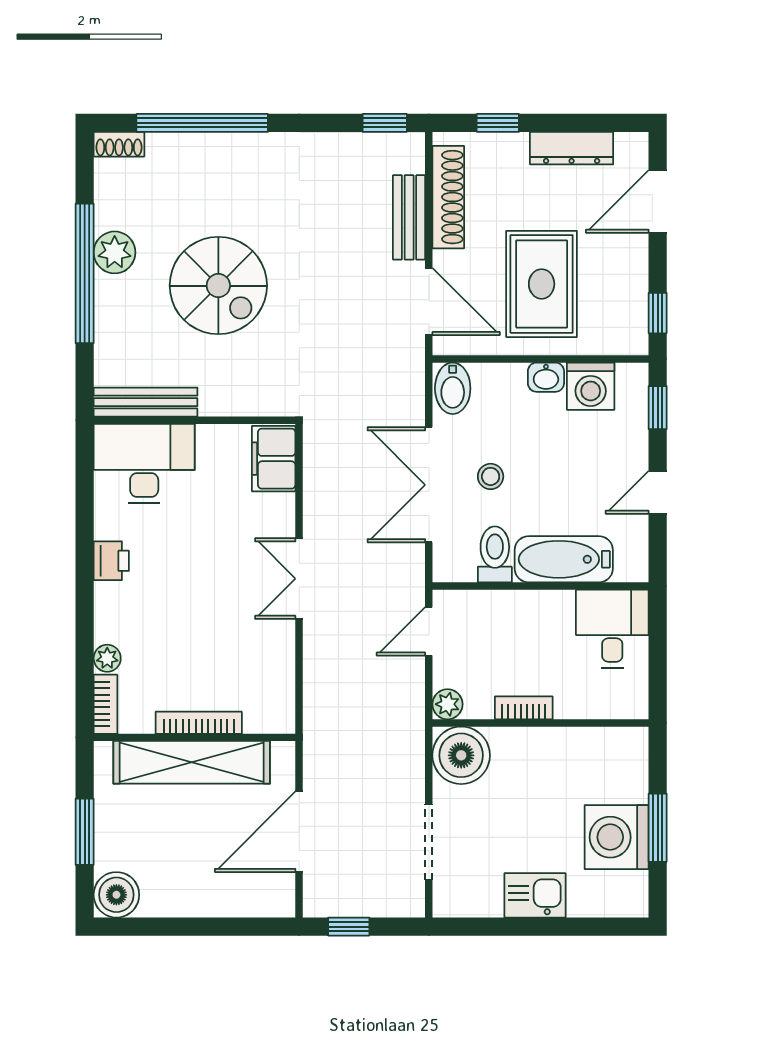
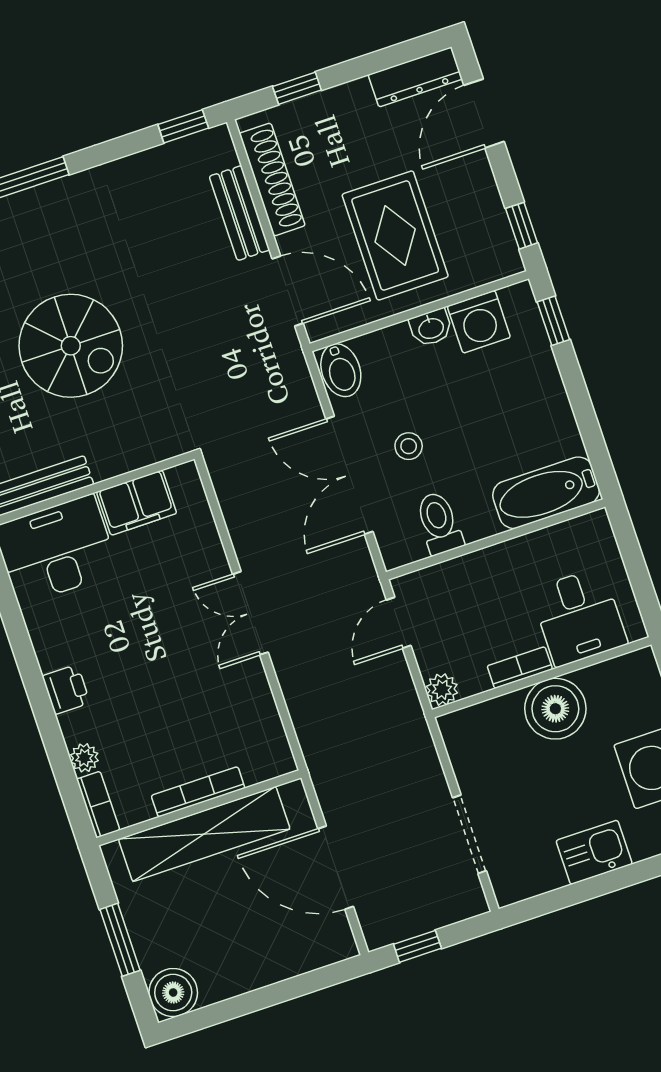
dresser: (572, 148) -> (415, 77), moved
filing cabinet: (274, 459) -> (137, 503), moved, turned -90
door: (658, 492) -> (582, 406), removed
bathtub: (564, 559) -> (546, 493), moved
printer: (111, 561) -> (66, 689), moved
desk: (612, 629) -> (579, 617), moved, turned 180
boiler: (461, 755) -> (555, 709), moved
door: (299, 832) -> (336, 868), hinge flipped

